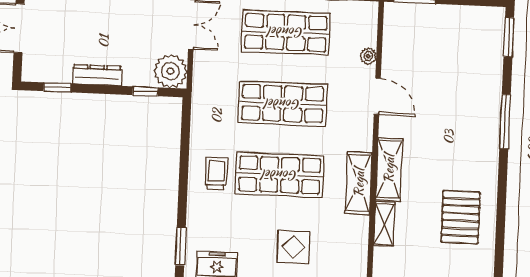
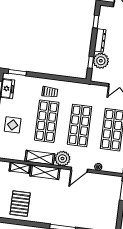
plant: (170, 71) -> (101, 61), moved
plant: (357, 134) -> (62, 159), added
pallet: (461, 217) -> (20, 204), turned 90

